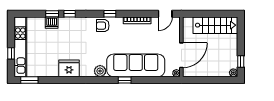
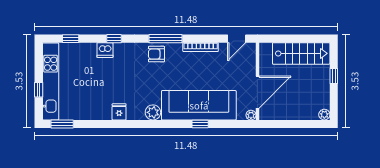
window: (52, 14) -> (71, 39), moved
window: (110, 14) -> (166, 39), width x2.17
dishwasher: (52, 23) -> (105, 50), moved
window: (241, 62) -> (334, 76), moved
fridge: (69, 68) -> (119, 112), width x0.53, depth x0.75
window: (125, 80) -> (200, 124), moved

